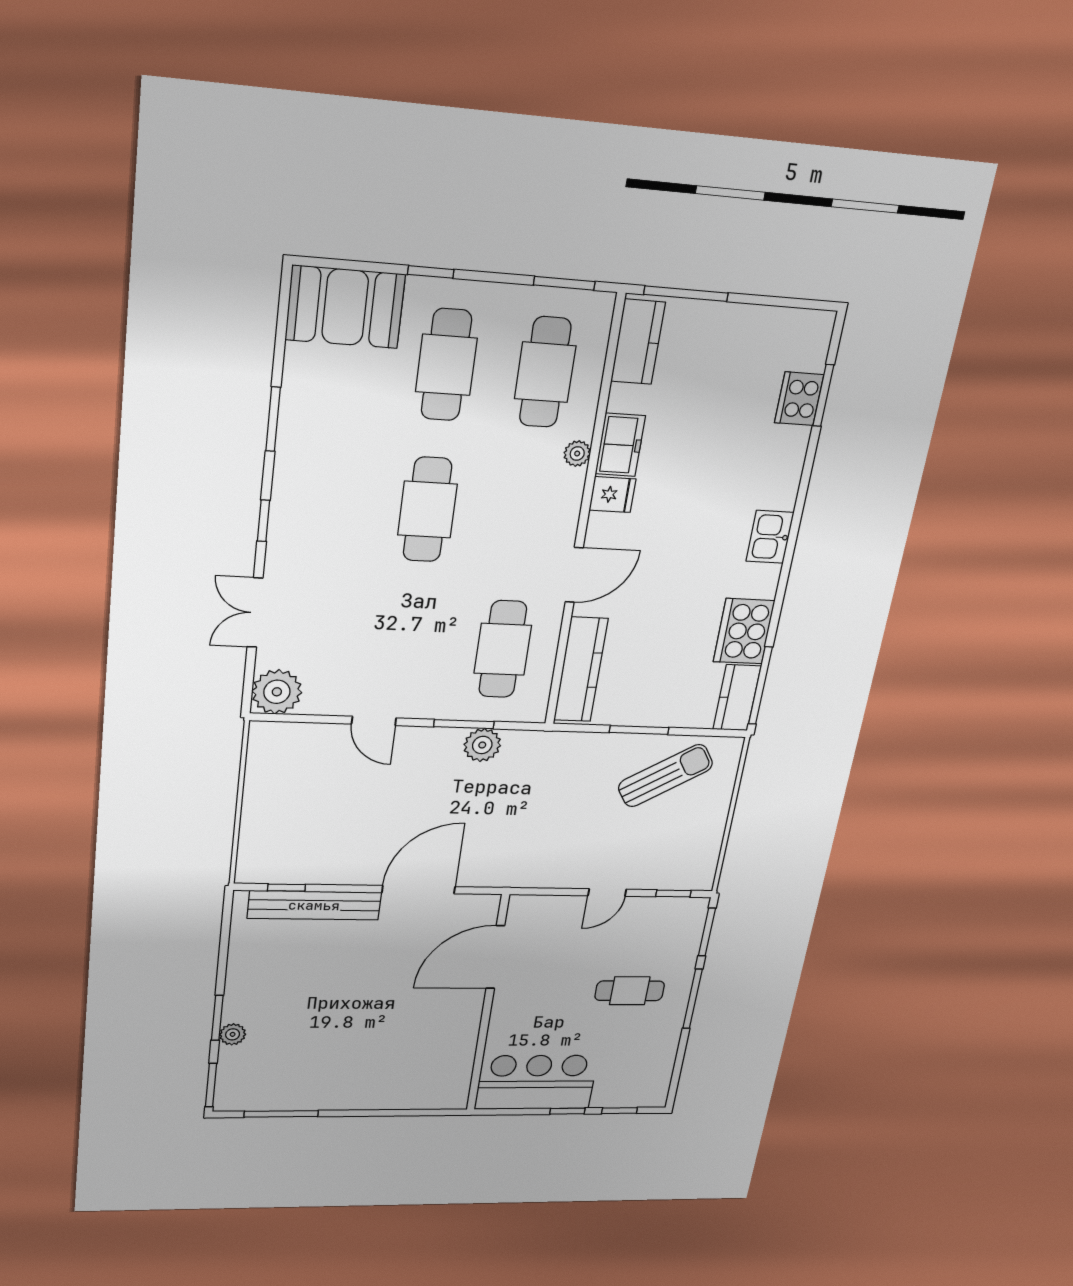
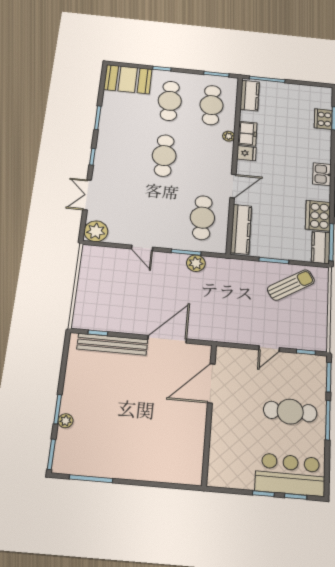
cafe table: (630, 991) -> (290, 412), width x1.37, depth x1.35
bar counter: (536, 1082) -> (290, 475), moved

